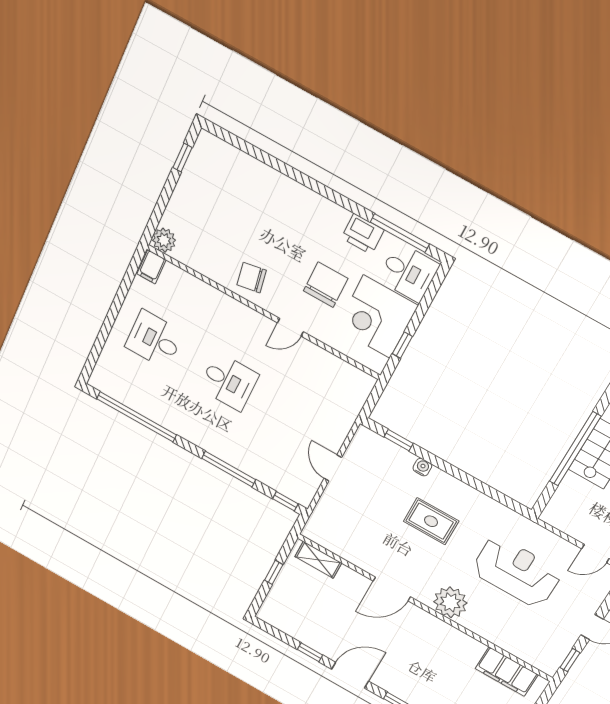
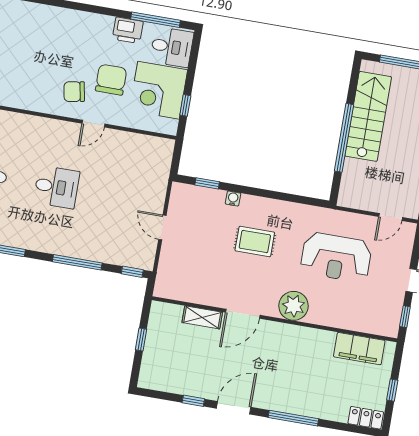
chair: (252, 278) -> (74, 92), moved
shelving: (318, 560) -> (202, 317), moved
reception desk: (517, 572) -> (336, 257), turned 180

